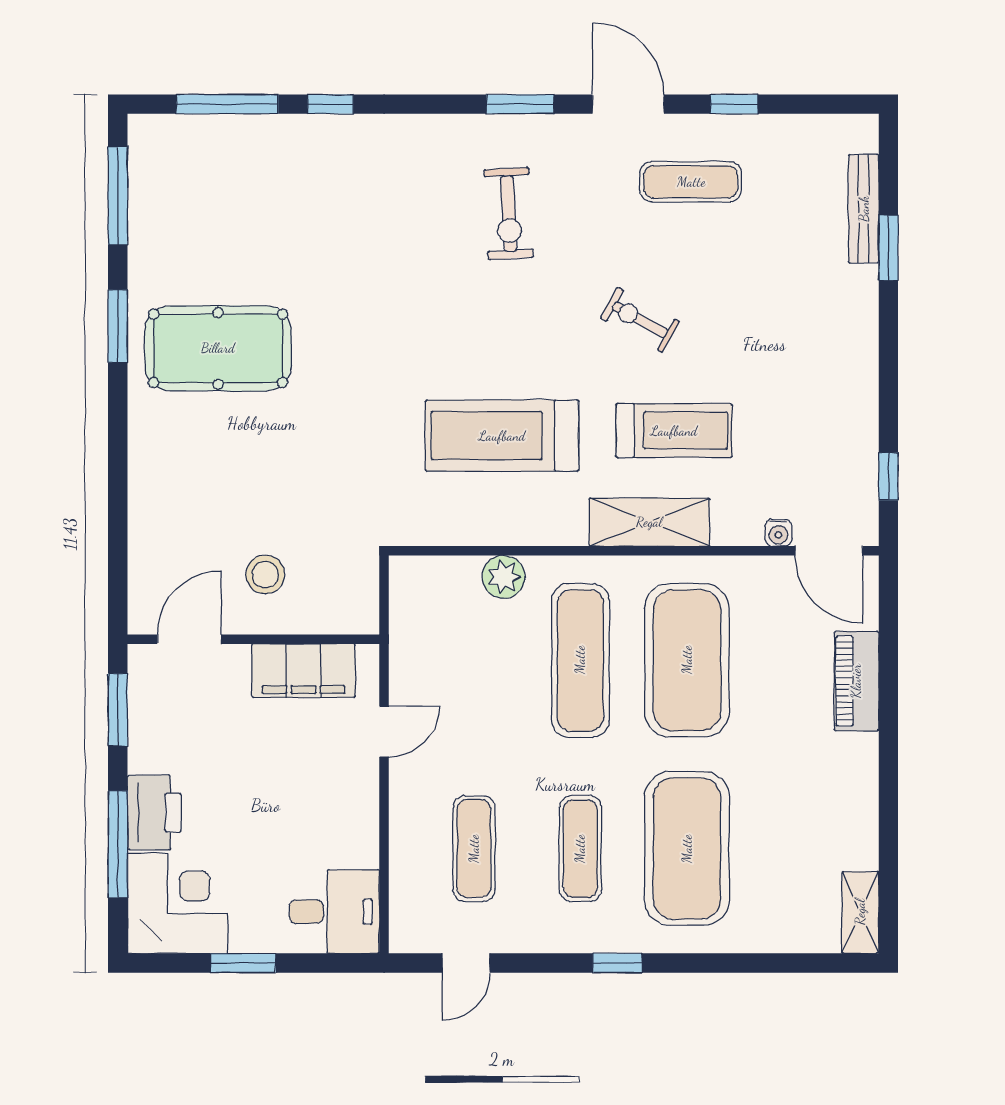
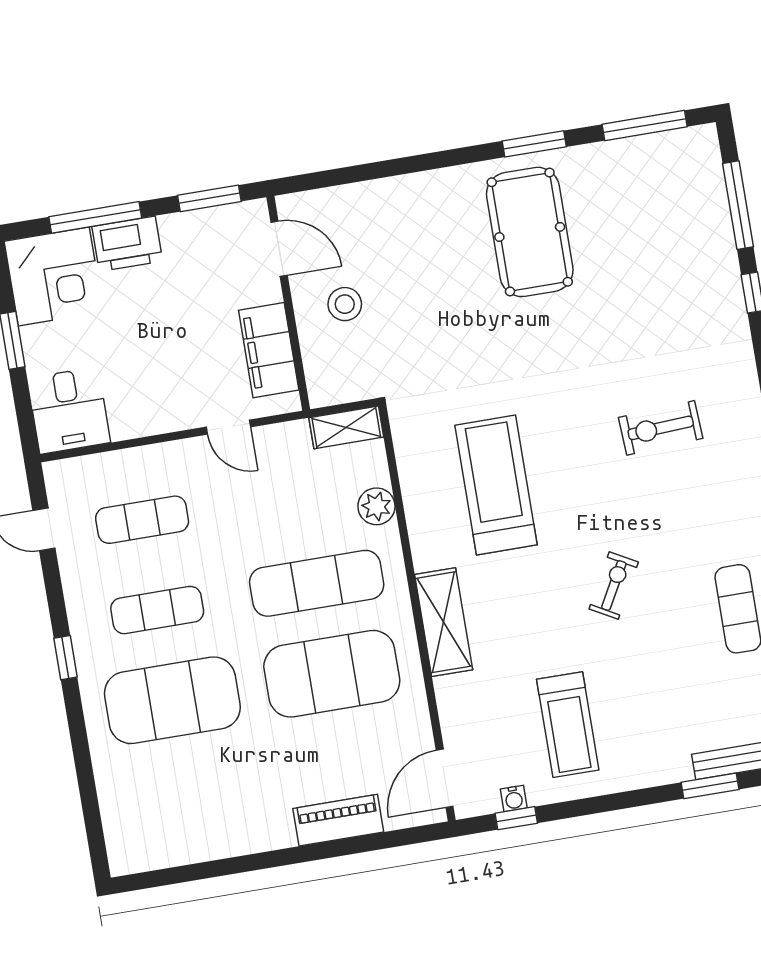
exercise bike: (509, 214) -> (661, 428), moved
treadmill: (674, 431) -> (568, 725), moved
water cooler: (778, 533) -> (514, 798), moved, turned -90
shelving: (860, 912) -> (346, 427), moved

